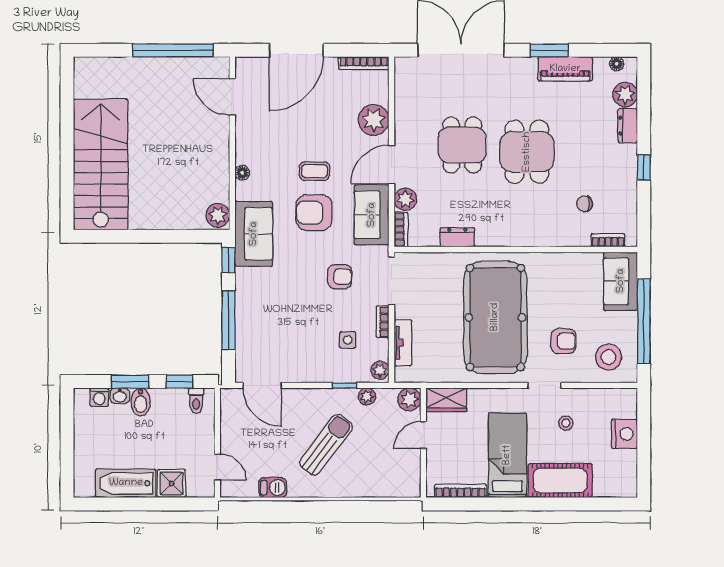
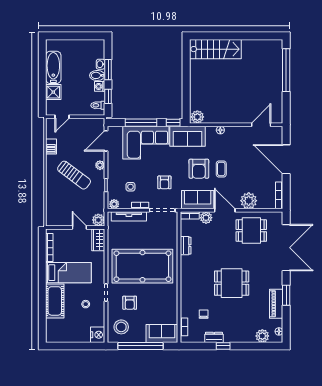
window: (173, 50) -> (286, 70), moved
dresser: (628, 126) -> (214, 337), moved
dining table: (462, 145) -> (251, 231), moved
stairs: (101, 165) -> (215, 49), width x0.73, depth x0.66
armchair: (314, 213) -> (199, 169), turned 180
corner sofa: (266, 311) -> (146, 143), added
tv unit: (403, 343) -> (129, 216), width x1.41
washing machine: (99, 397) -> (100, 86), moved
plant: (367, 397) -> (100, 165), moved
nightstand: (624, 434) -> (98, 335), moved, turned -90

